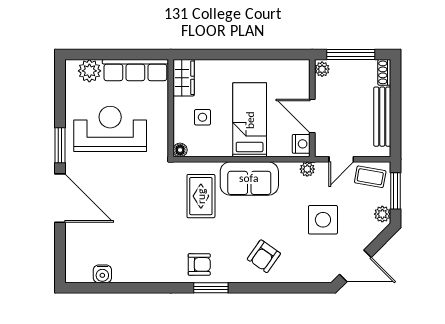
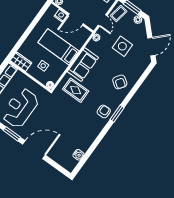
nightstand: (301, 144) -> (61, 16), moved

